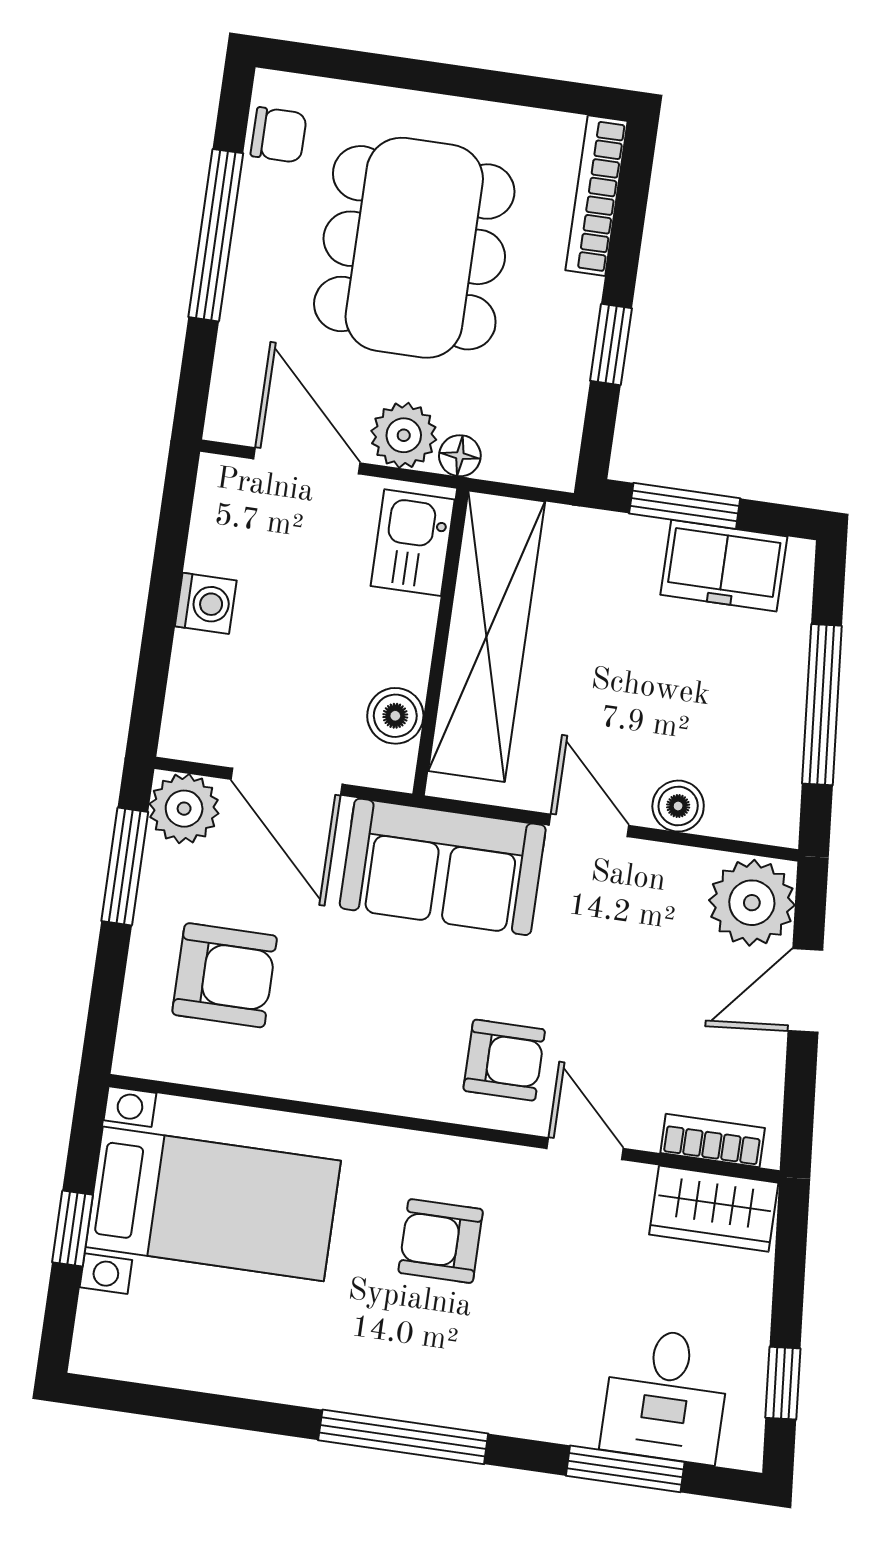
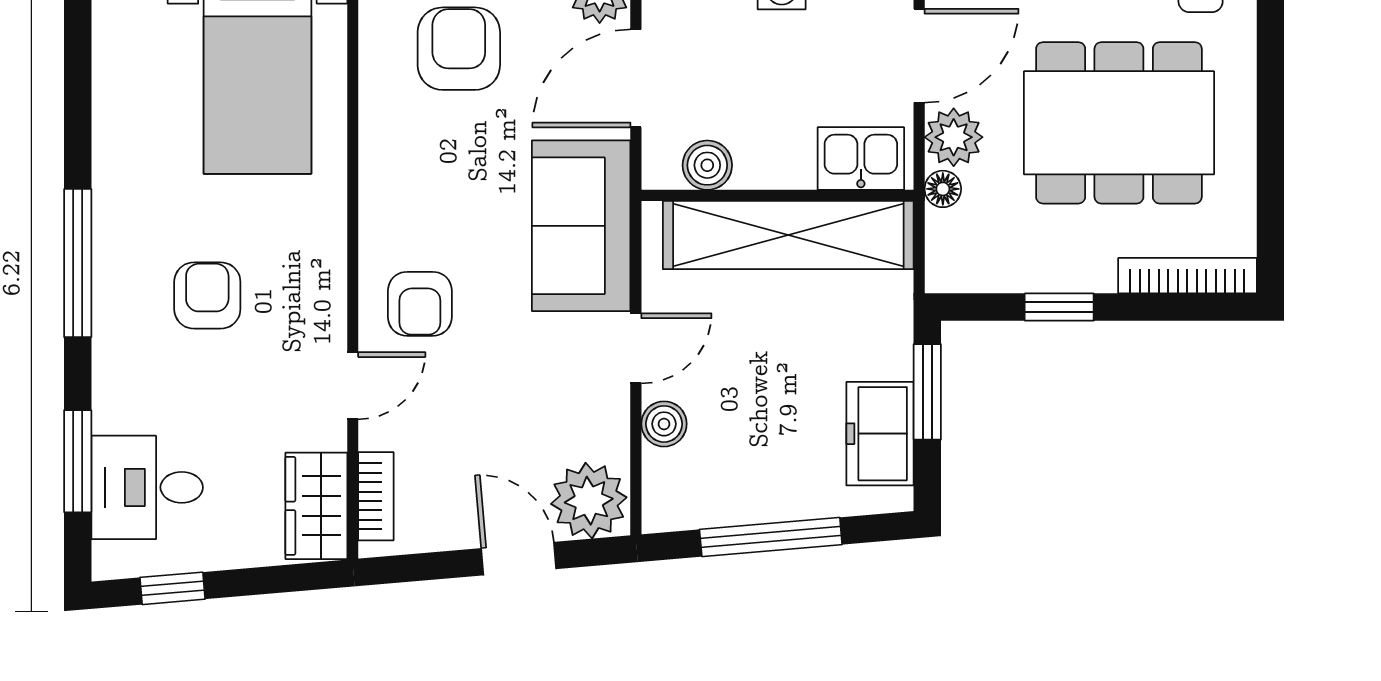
armchair: (225, 975) -> (459, 49), turned 180
armchair: (441, 1241) -> (207, 296), moved

